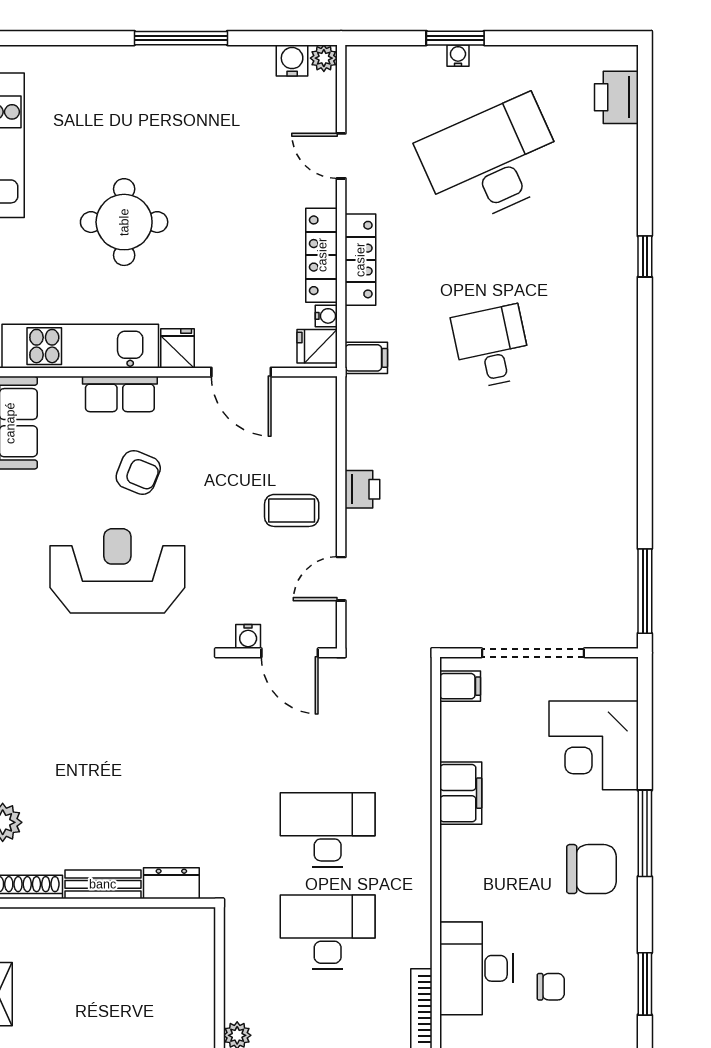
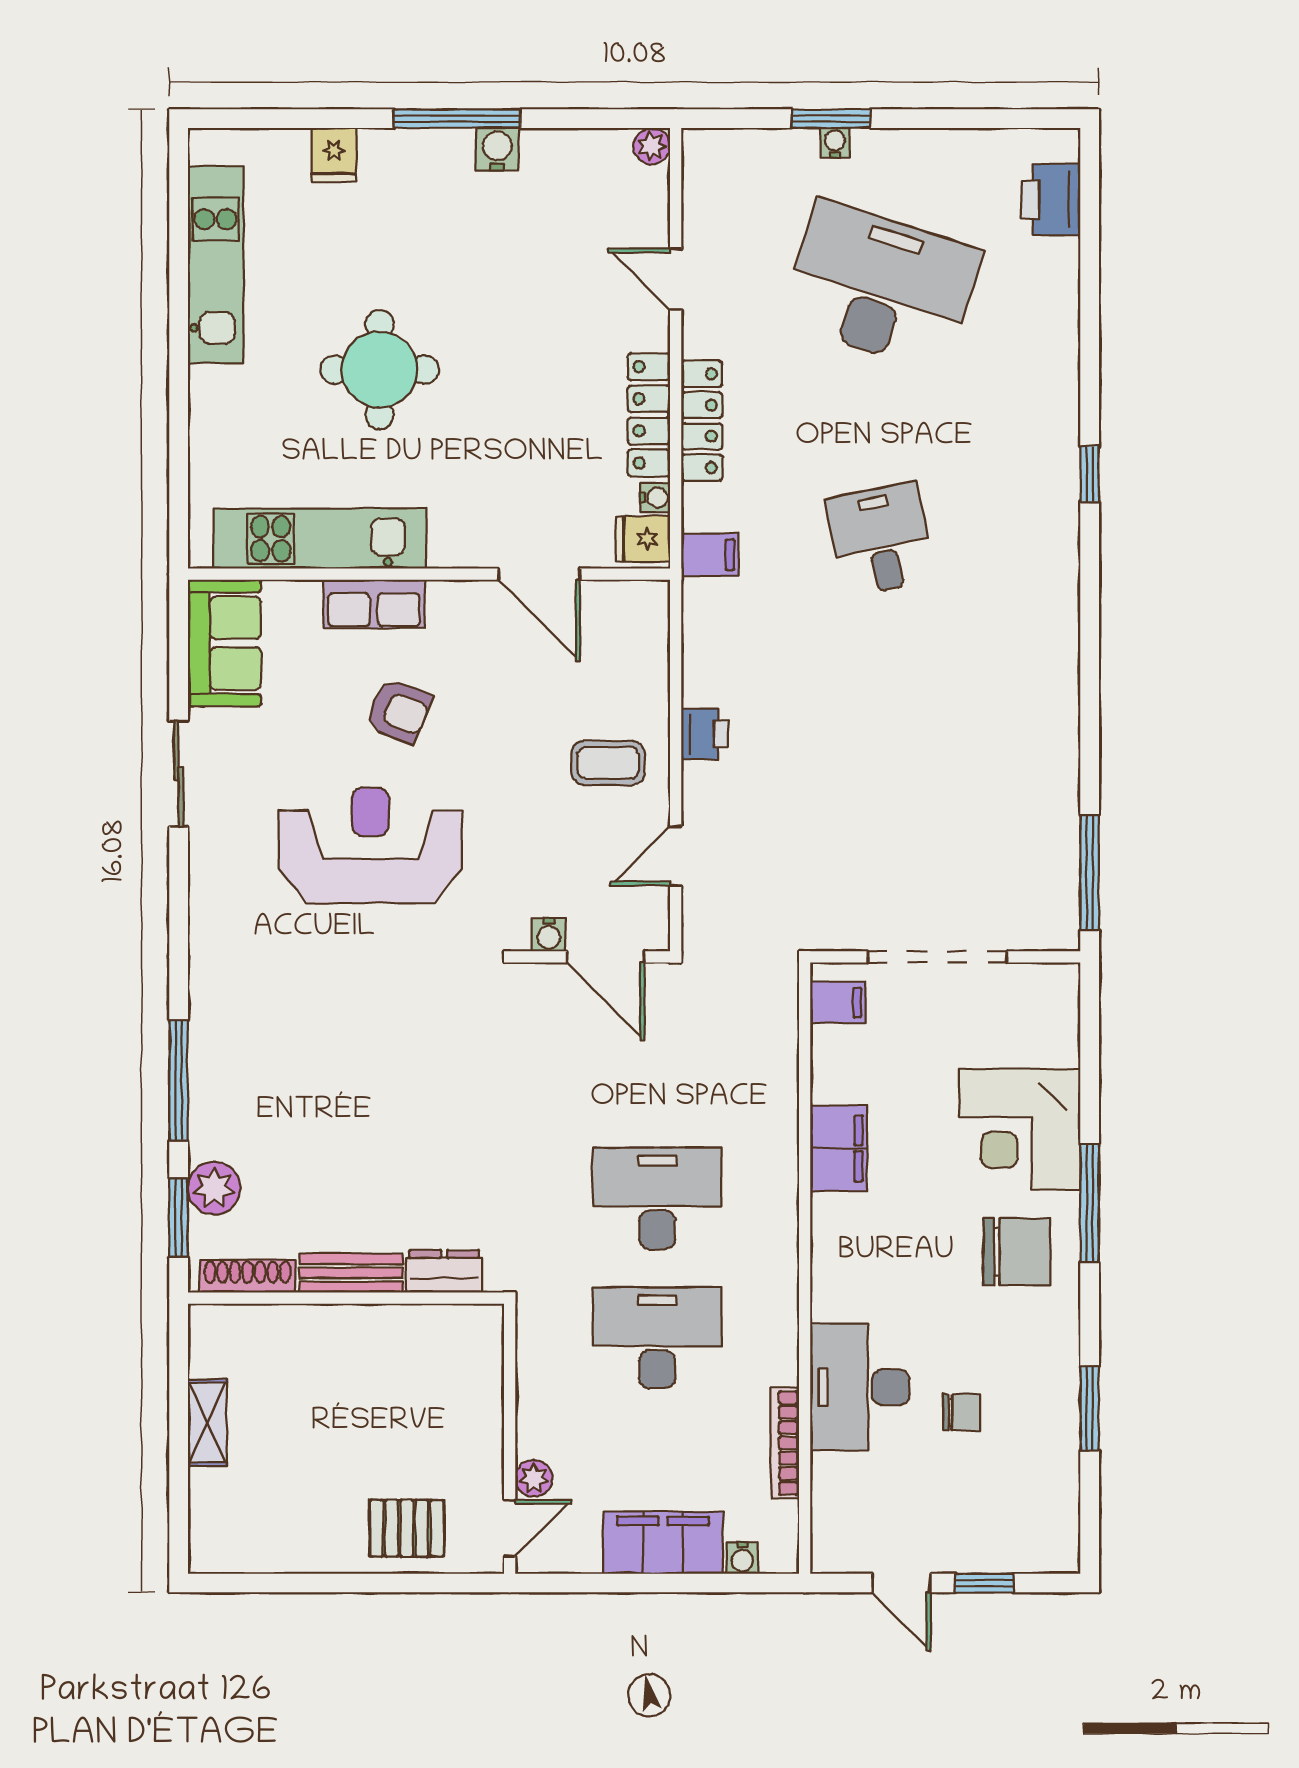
water cooler: (292, 61) -> (497, 149), moved
desk: (492, 161) -> (881, 286), turned 42
window: (645, 256) -> (1090, 474), moved
fridge: (178, 348) -> (334, 155), moved, turned 180
corner desk: (594, 745) -> (1020, 1129), moved

